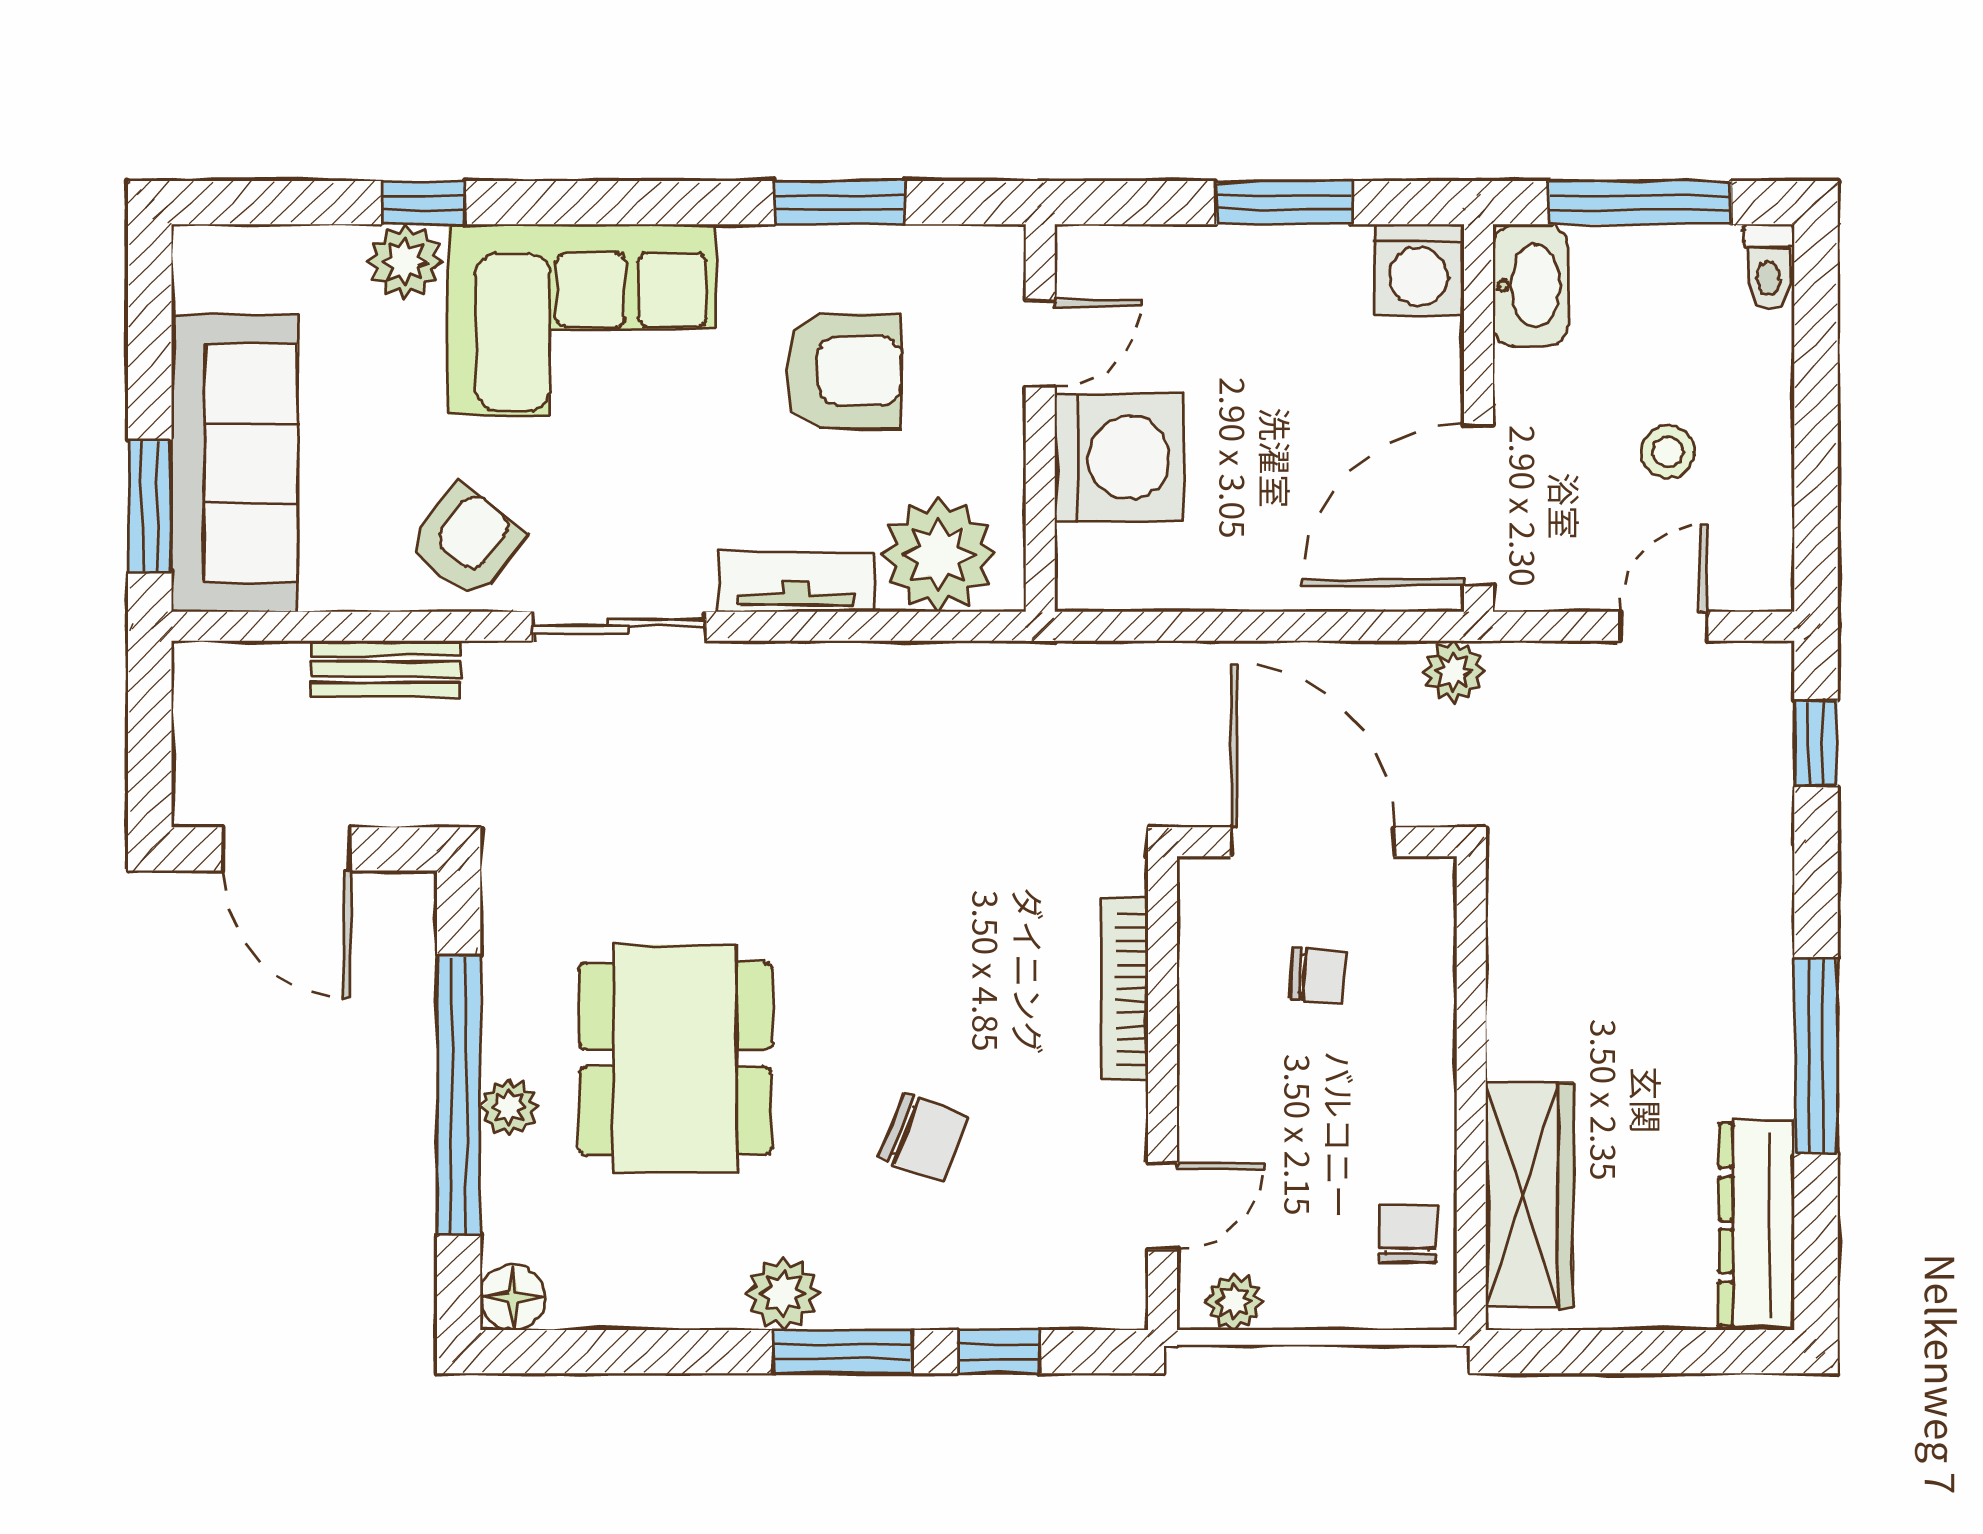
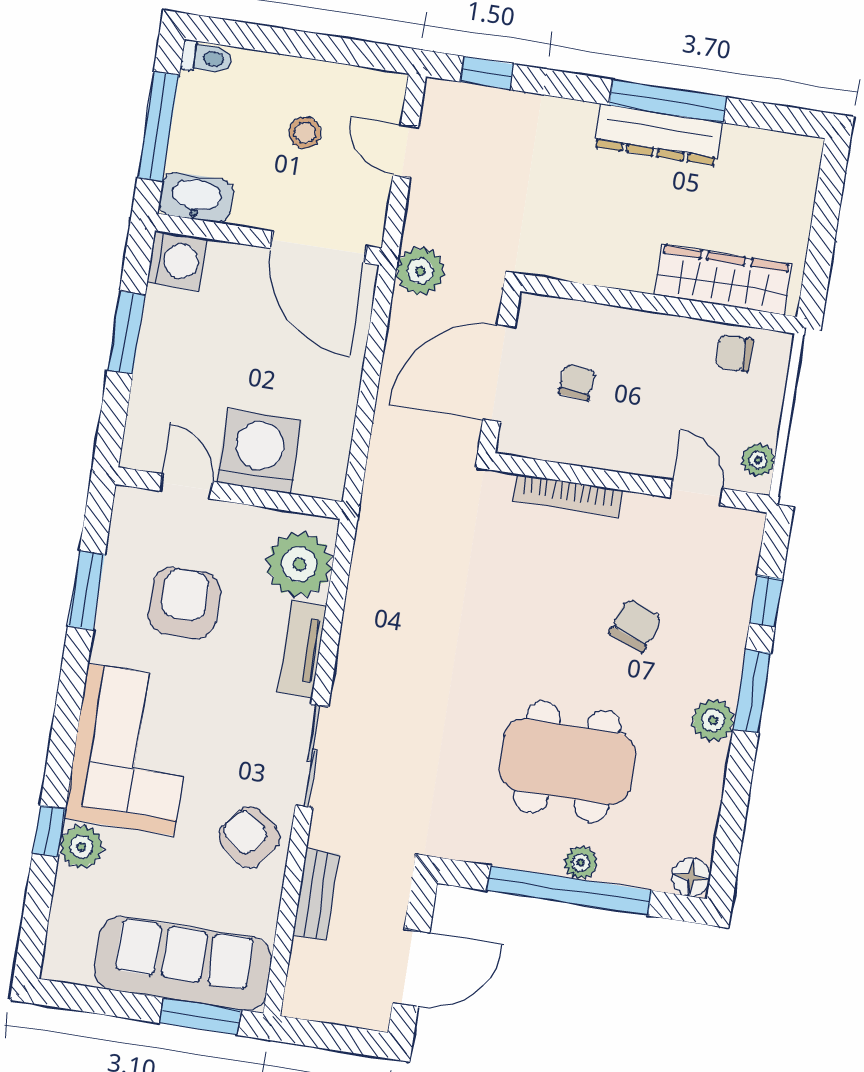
plant: (1453, 671) -> (420, 271), width x1.38, depth x1.38
dresser: (1757, 1225) -> (658, 135), moved

